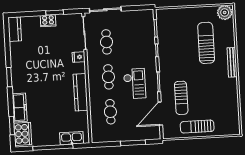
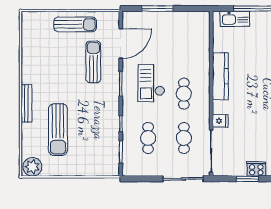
cafe table: (110, 112) -> (148, 138), moved

